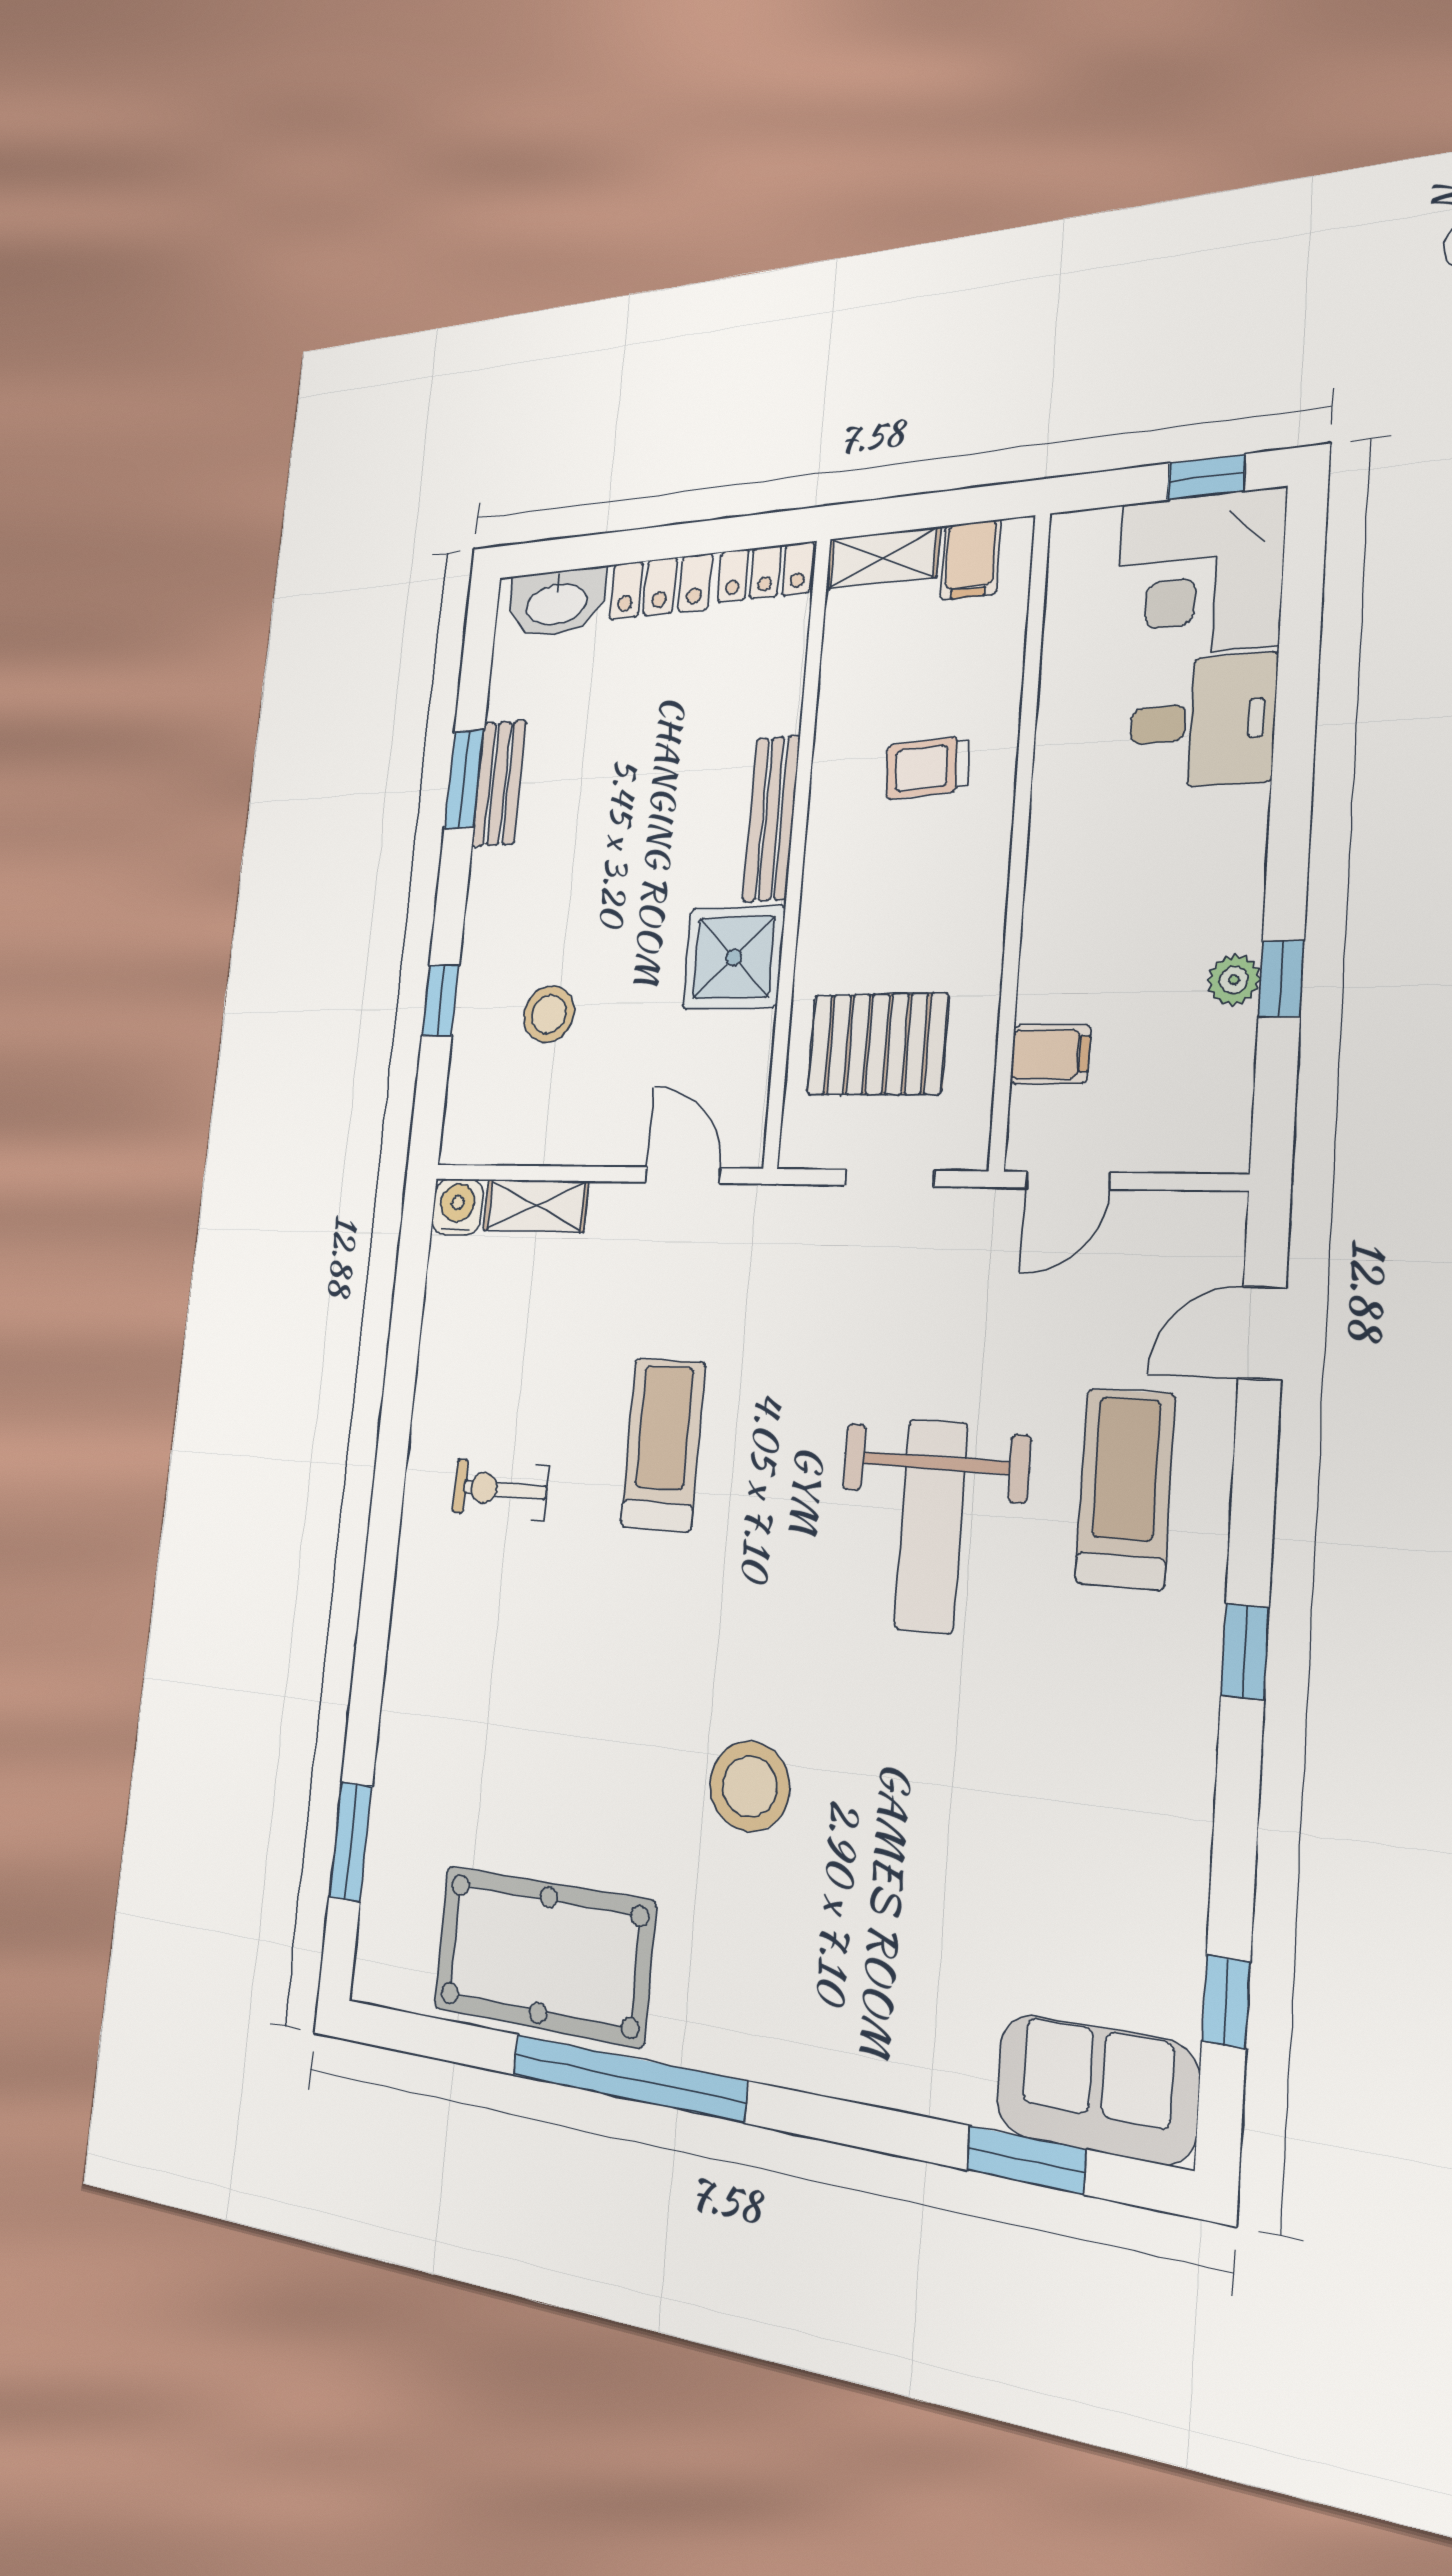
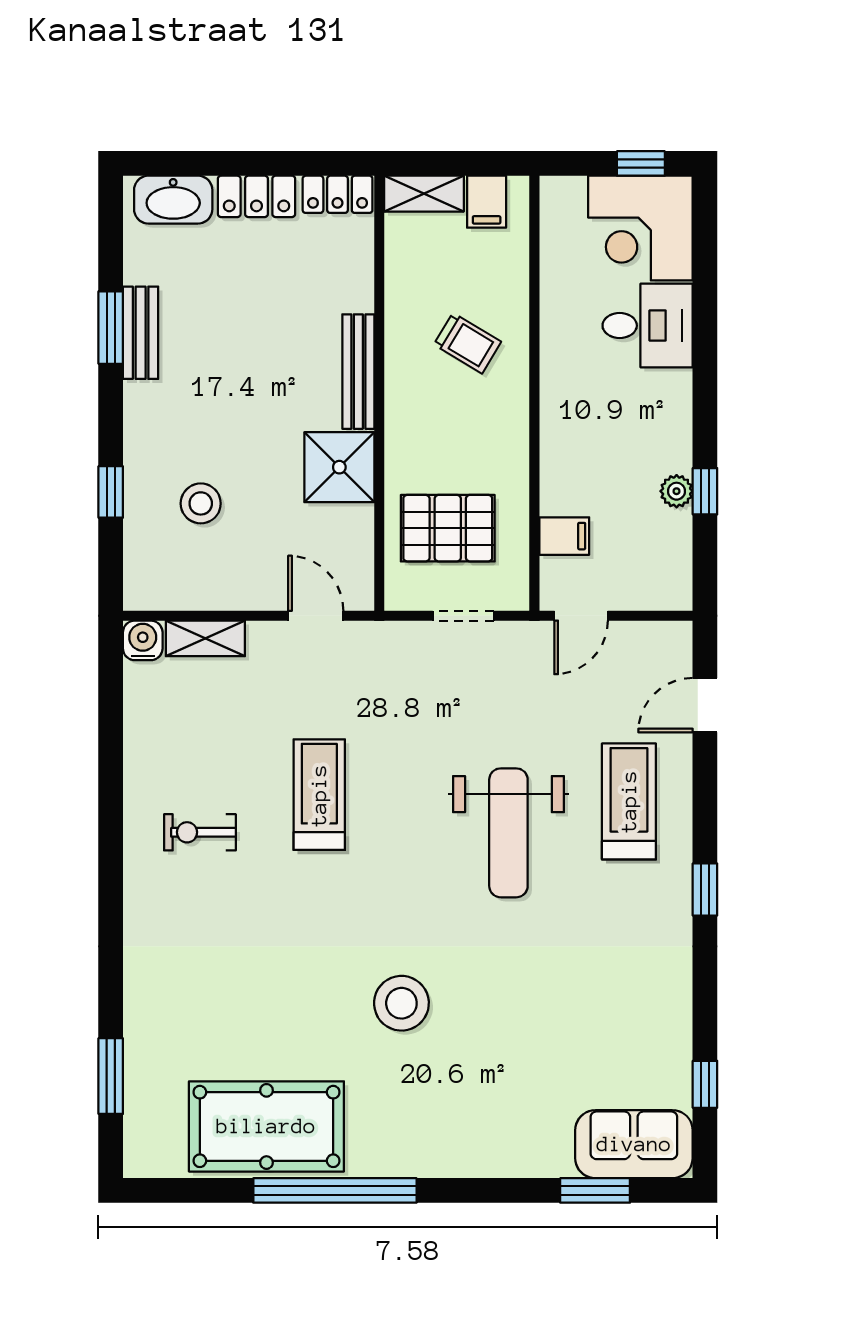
trolley: (927, 768) -> (467, 343), turned -146

